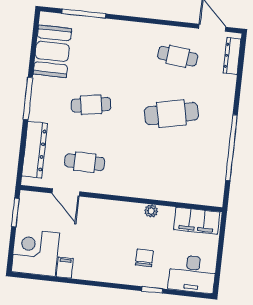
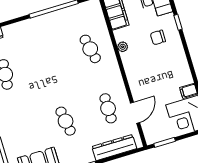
cafe table: (171, 114) -> (90, 49), moved, width x0.73, depth x0.74

